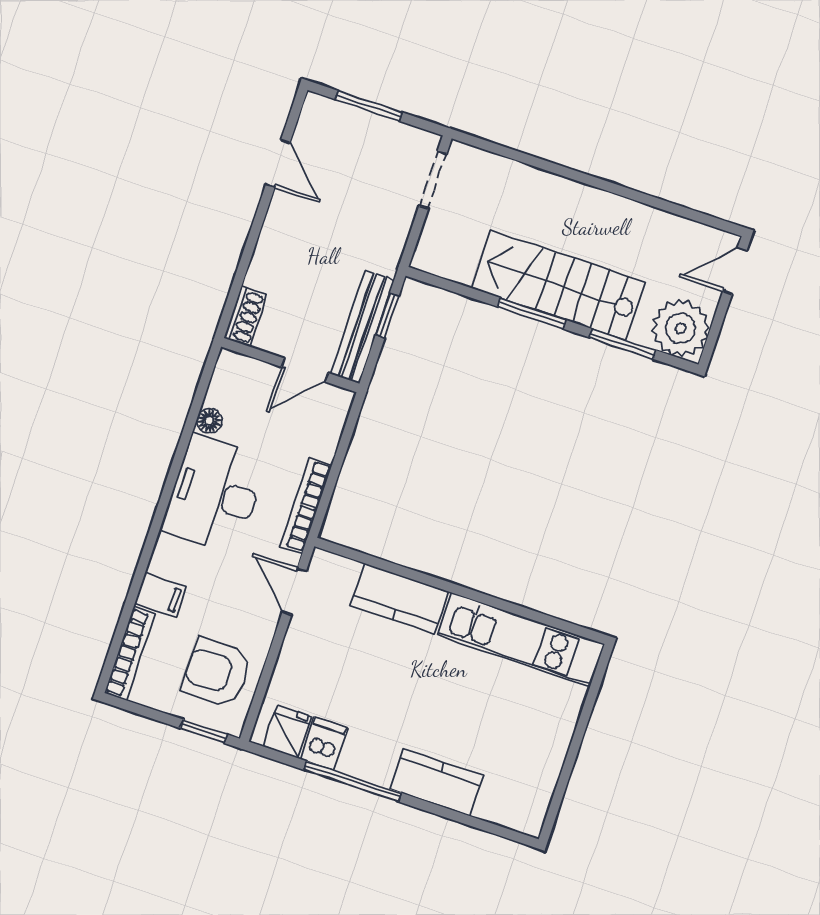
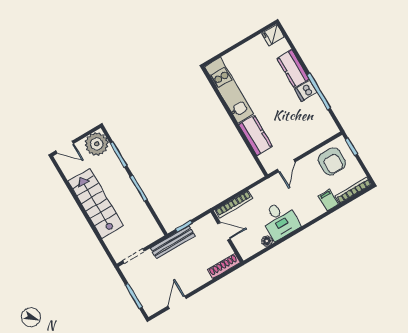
stairs: (559, 285) -> (96, 203), moved, turned 180
shoe rack: (245, 316) -> (224, 266), width x1.43
bench: (362, 327) -> (173, 242), moved
desk: (215, 494) -> (280, 220), width x0.73
bookcase: (306, 506) -> (234, 204), moved
fridge: (287, 732) -> (273, 35), moved
dishwasher: (324, 743) -> (306, 91), moved

